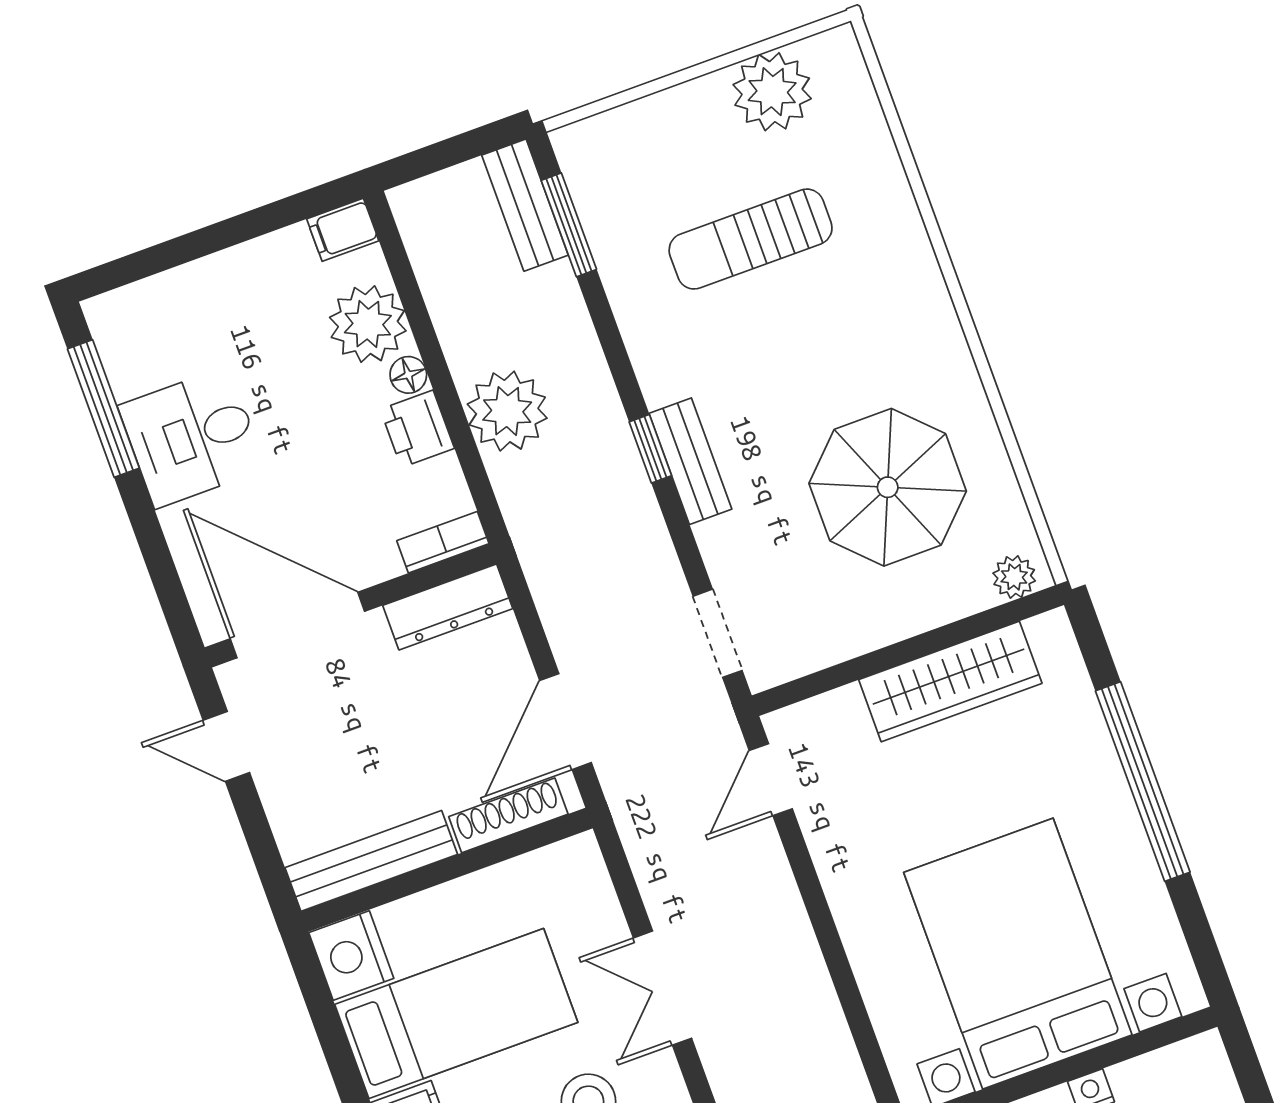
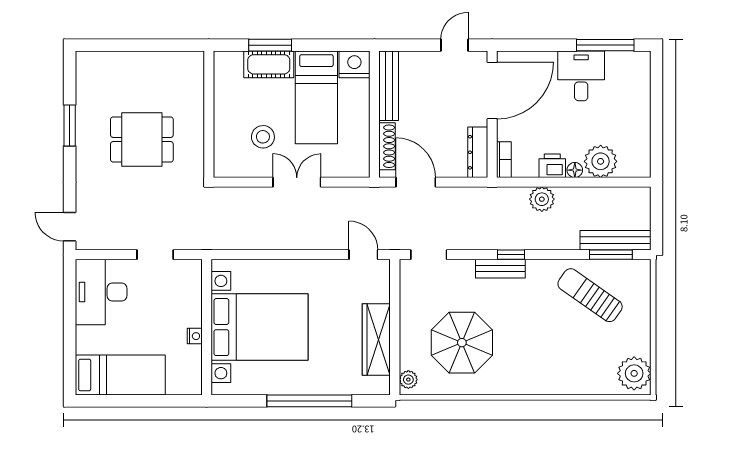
plant: (772, 92) -> (634, 373), moved
bench: (525, 205) -> (615, 240), width x1.36
filing cabinet: (343, 230) -> (641, 165), removed
sun lounger: (751, 239) -> (590, 295), moved, turned -55
plant: (507, 411) -> (542, 199), width x0.73, depth x0.73

